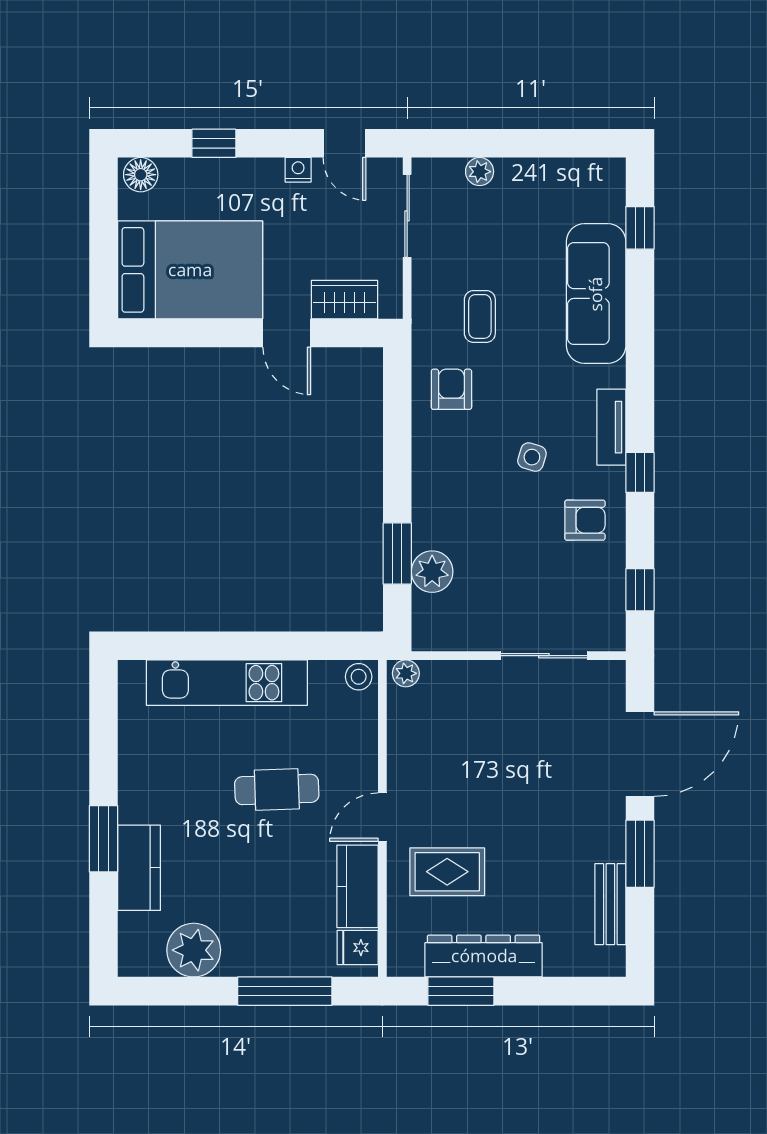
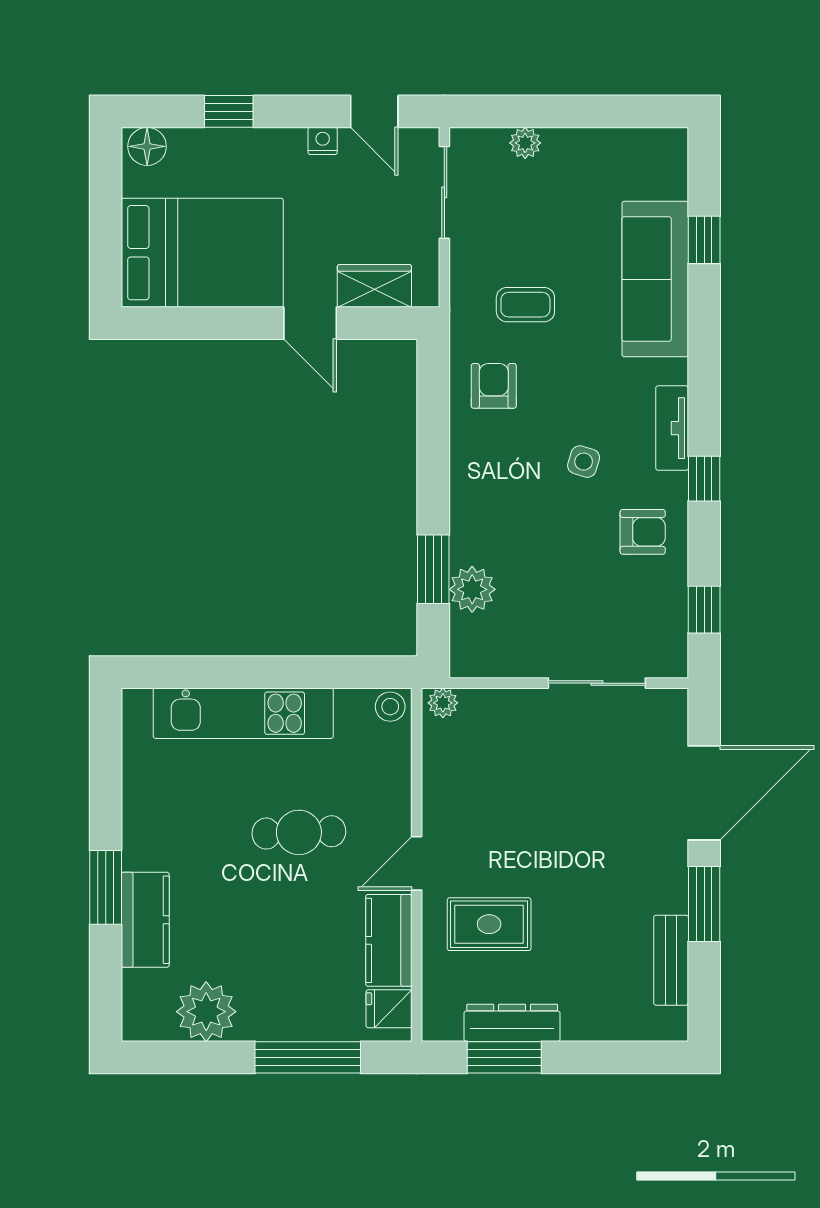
window: (640, 228) -> (704, 240), moved
coffee table: (480, 316) -> (525, 305), turned 90
dresser: (484, 956) -> (512, 1023), width x0.73, depth x0.80

